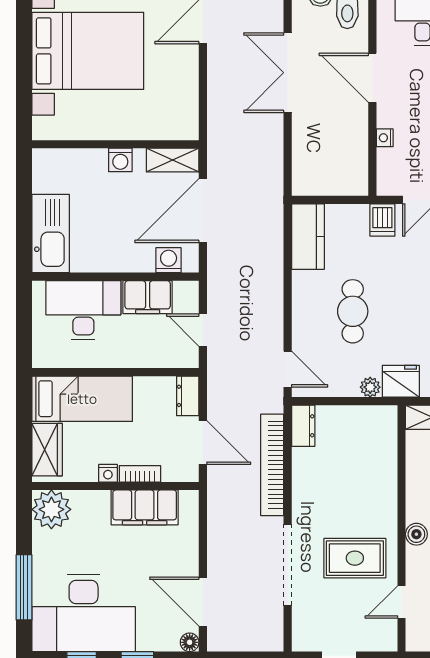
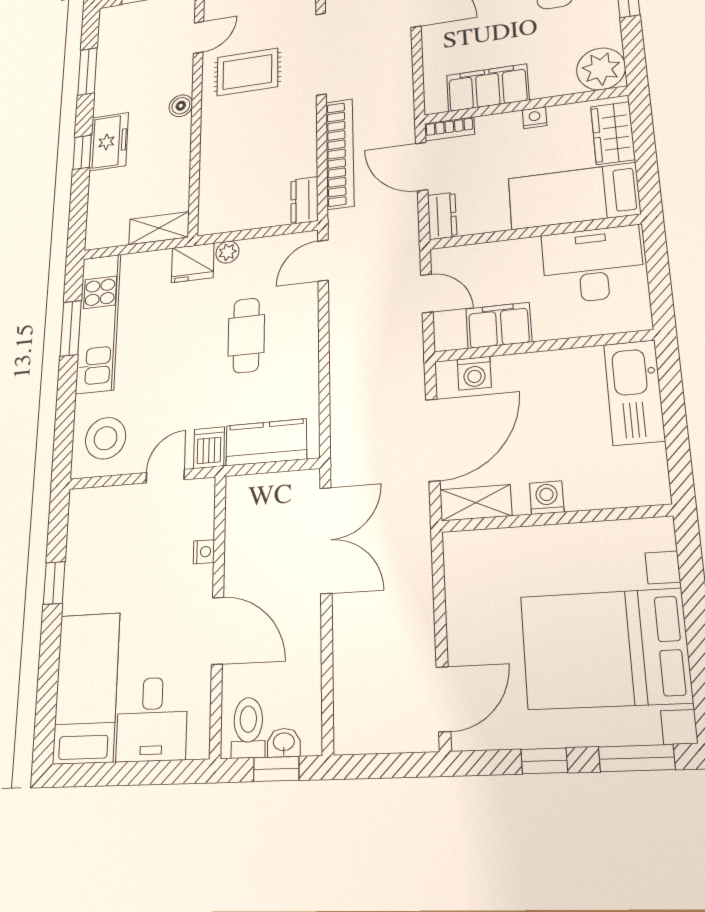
double door: (288, 73) -> (326, 540), moved
kitchen counter: (308, 237) -> (266, 442), moved, turned 90
desk: (83, 310) -> (593, 265), moved, turned 180
door: (288, 369) -> (323, 261), hinge flipped
bookcase: (140, 474) -> (449, 129), moved

